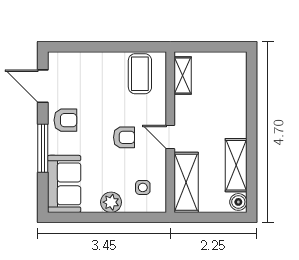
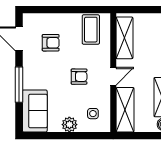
shelving: (183, 76) -> (124, 38), width x1.50, depth x1.33
armchair: (65, 120) -> (51, 43), moved
door: (170, 137) -> (113, 76), swing flipped

